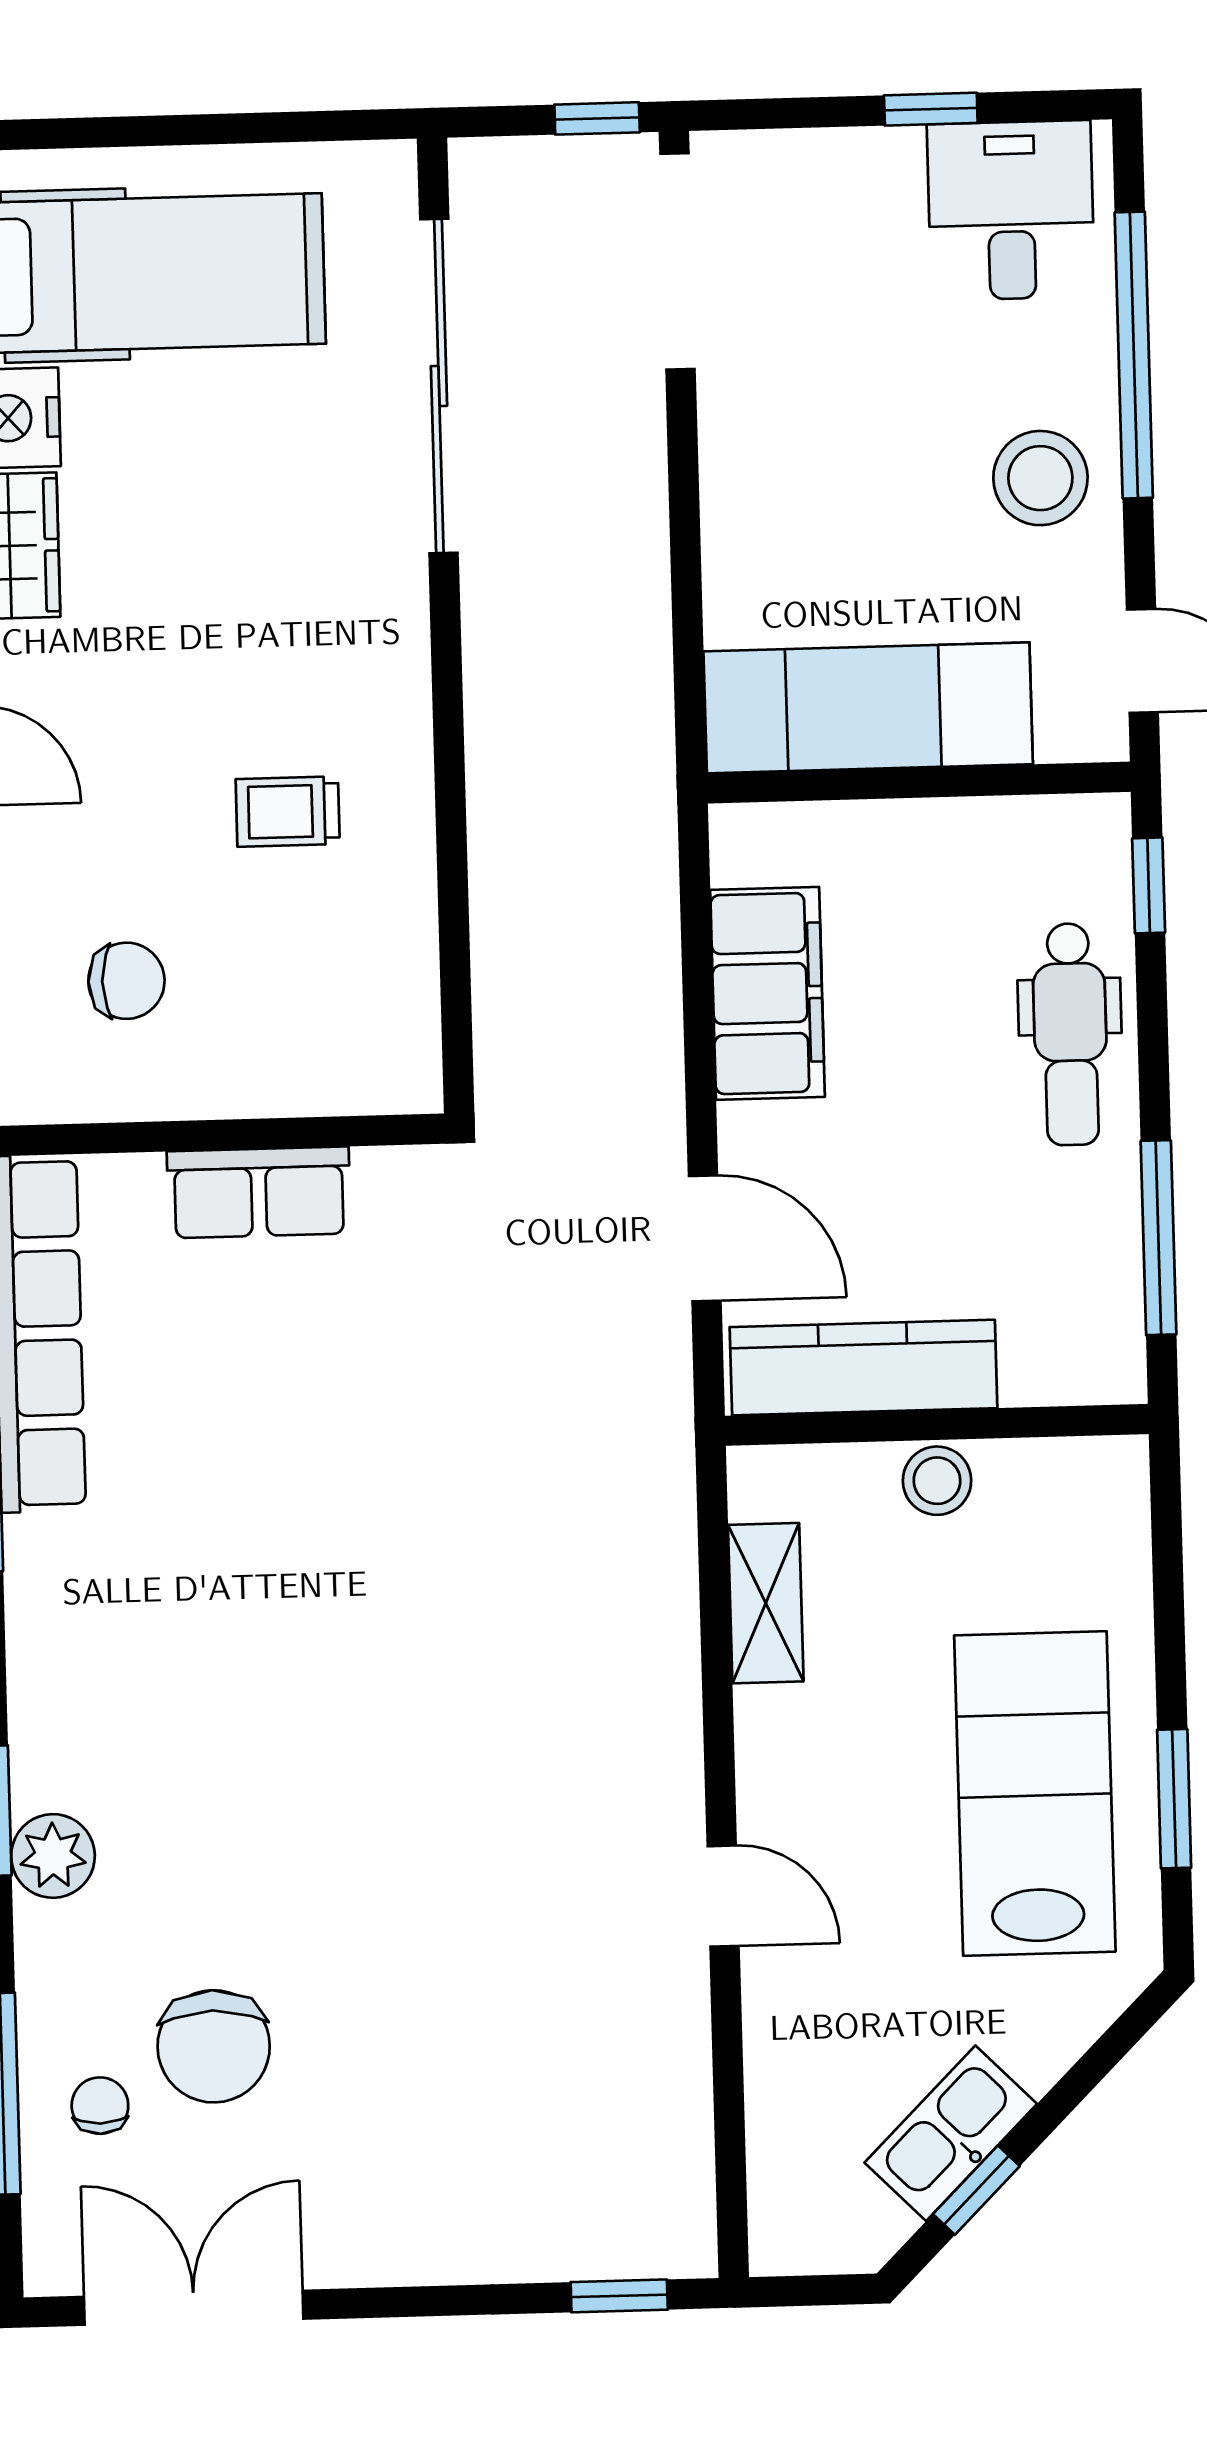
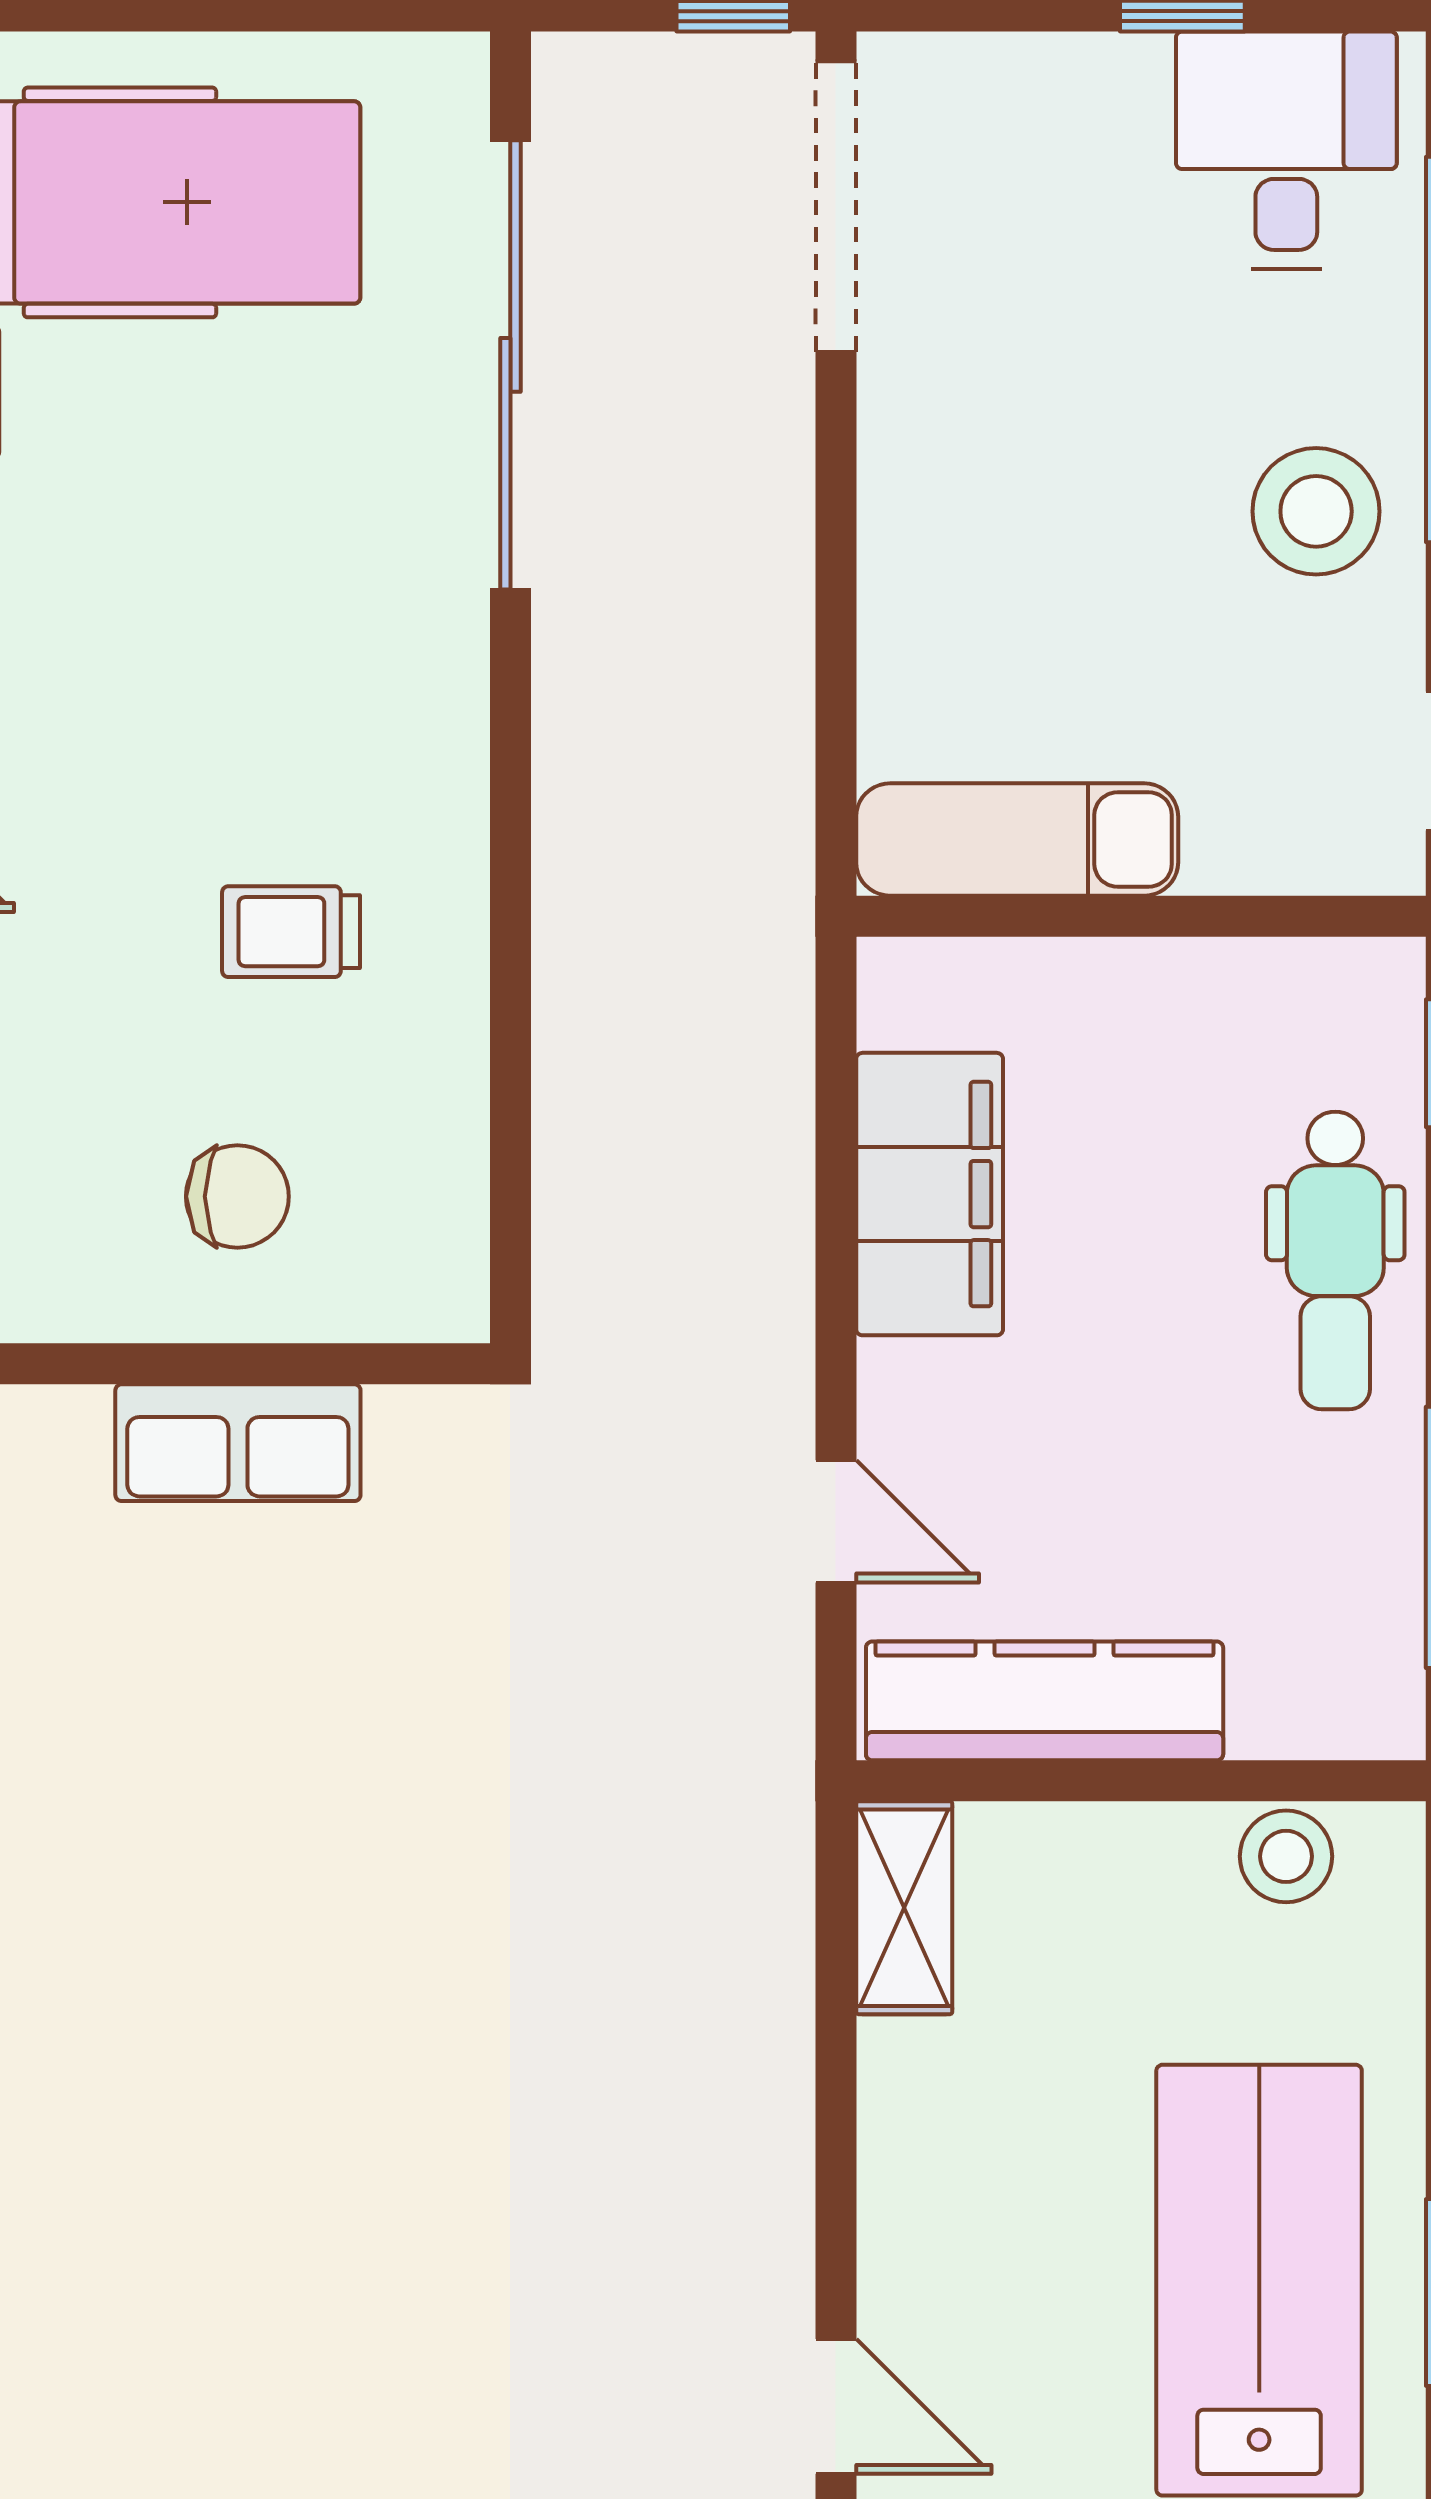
exam couch: (868, 708) -> (1017, 840), width x0.73, depth x0.69
chair: (126, 981) -> (237, 1196), moved
door: (705, 1238) -> (836, 1521), width x0.73
stool: (937, 1481) -> (1286, 1856), moved
shelving: (766, 1603) -> (904, 1908), moved

